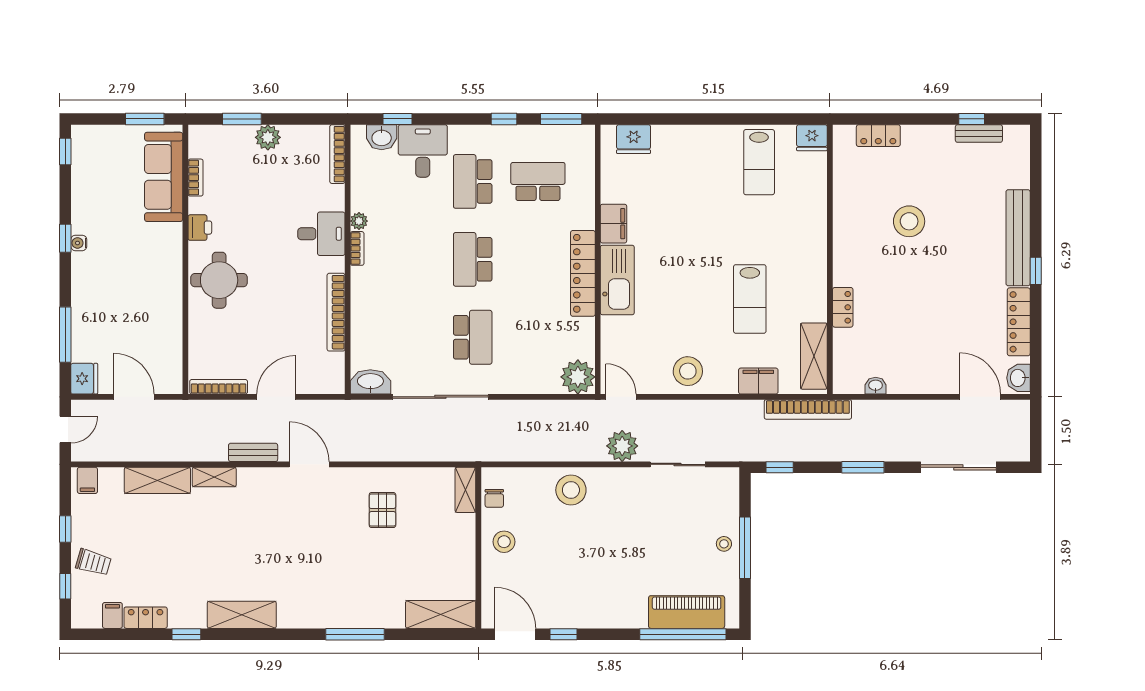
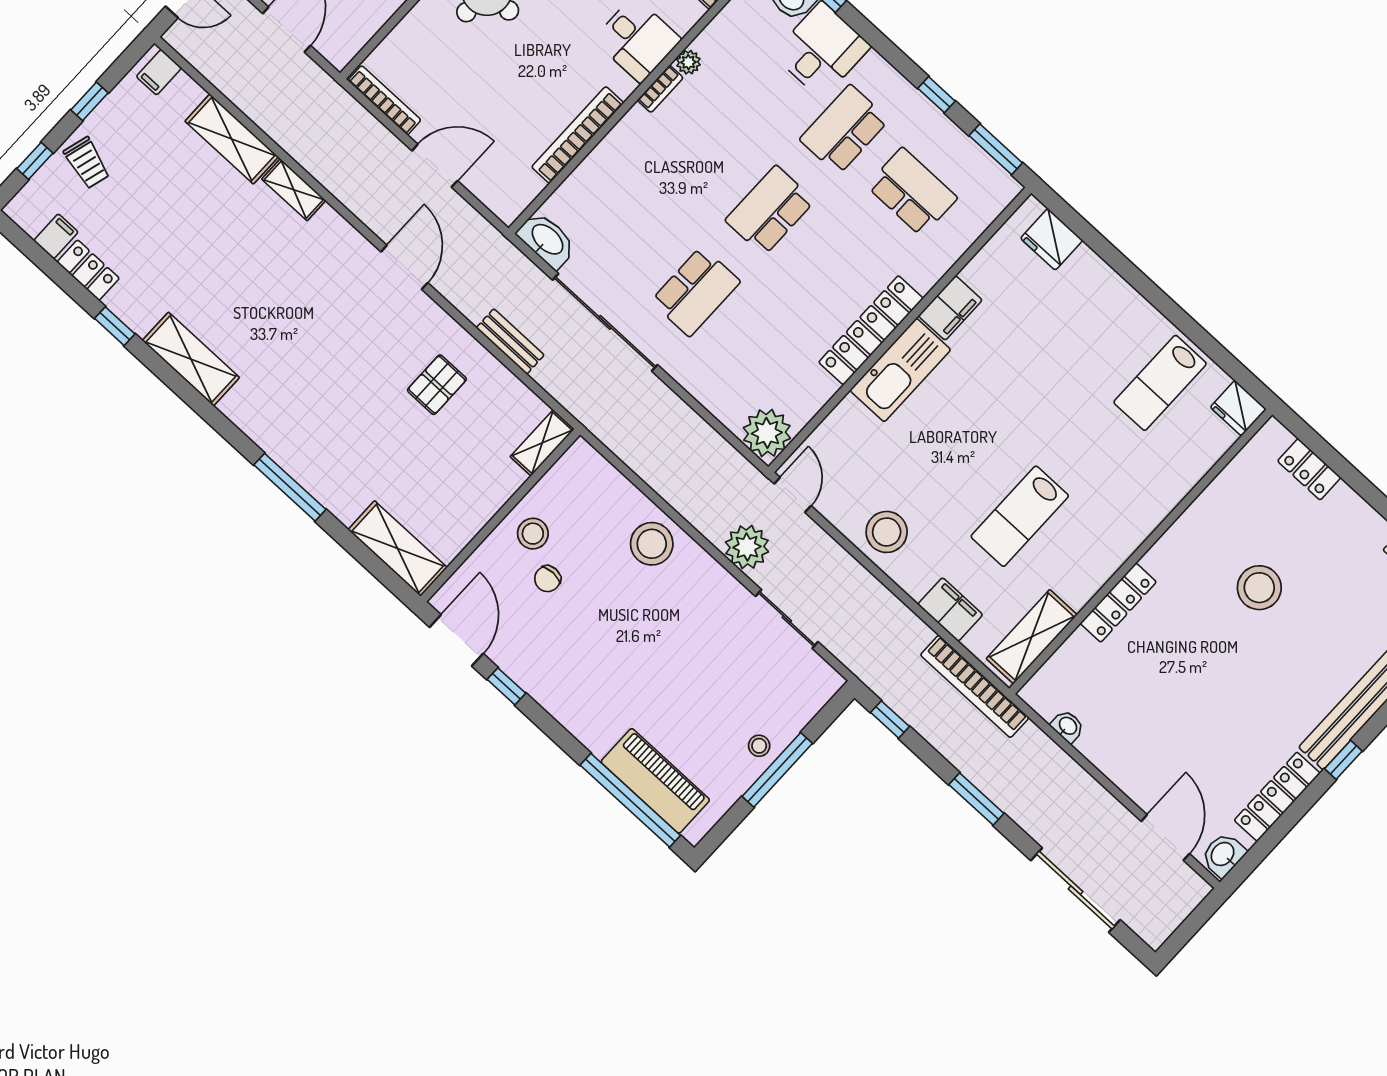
locker: (843, 307) -> (1118, 603), width x1.53
bench: (253, 452) -> (510, 342), moved
chair: (494, 498) -> (548, 579), moved

